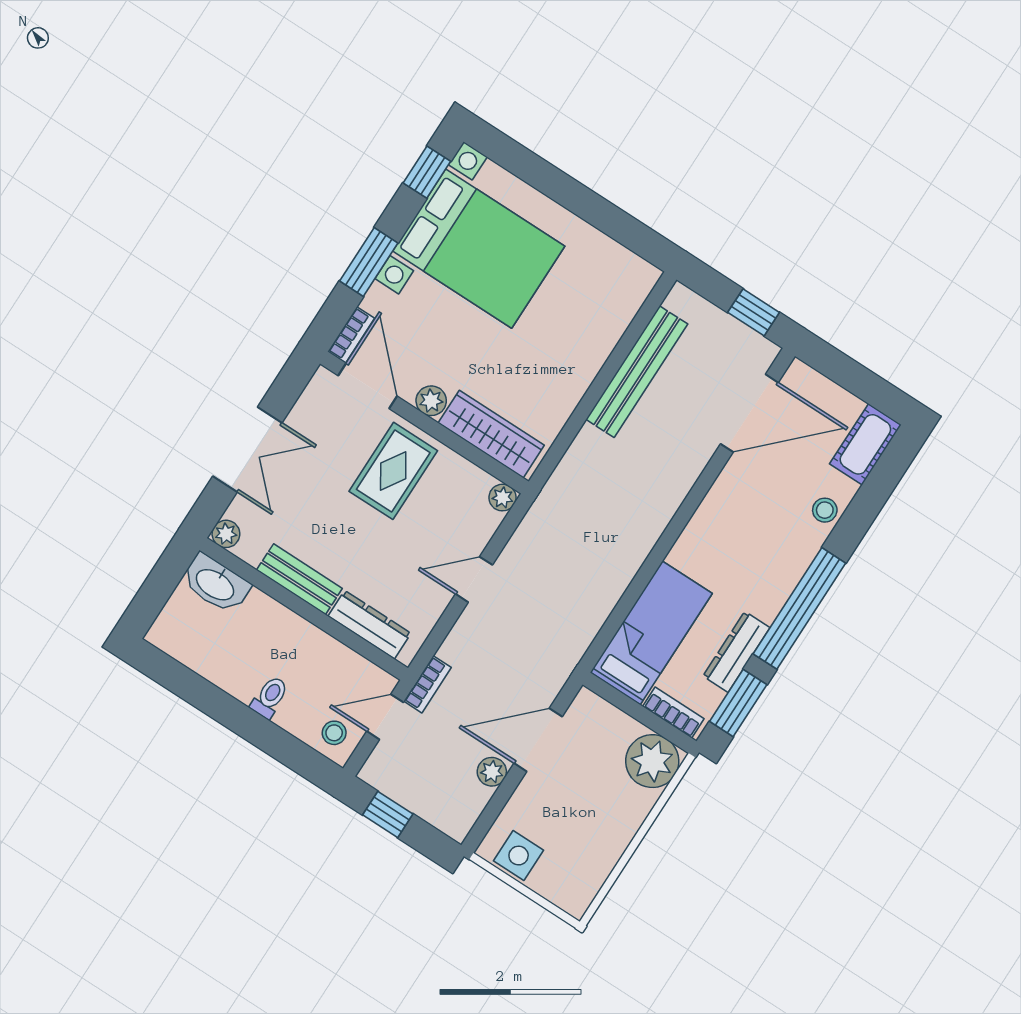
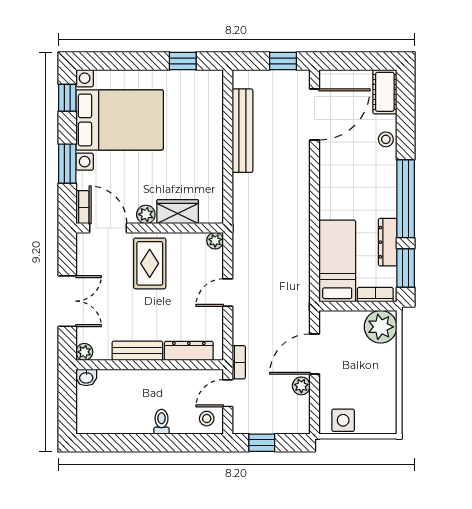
window: (617, 224) -> (183, 61), added
wardrobe: (491, 434) -> (178, 212), width x0.67
washbasin: (216, 584) -> (86, 377), width x0.52, depth x0.69

